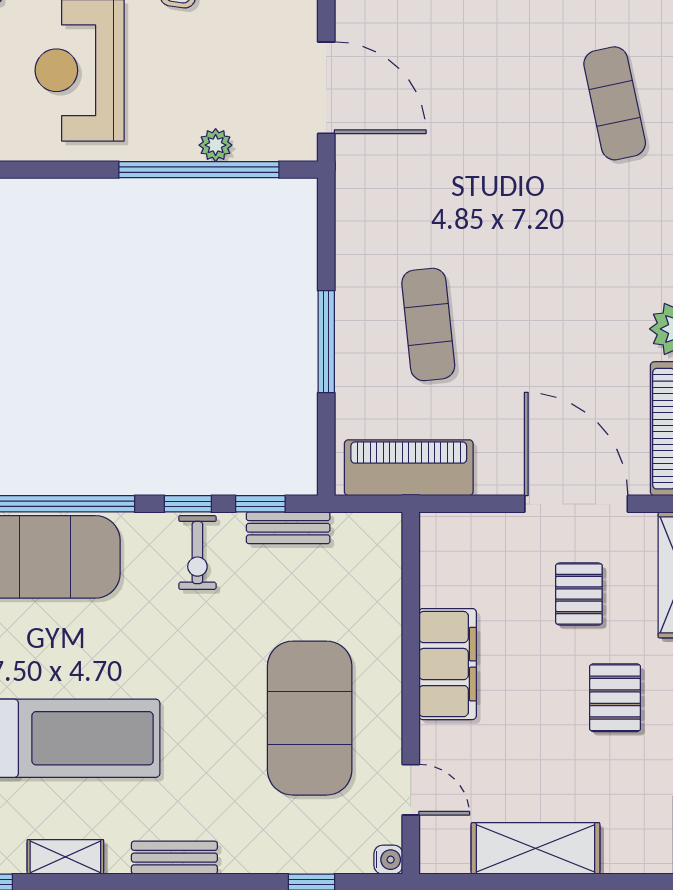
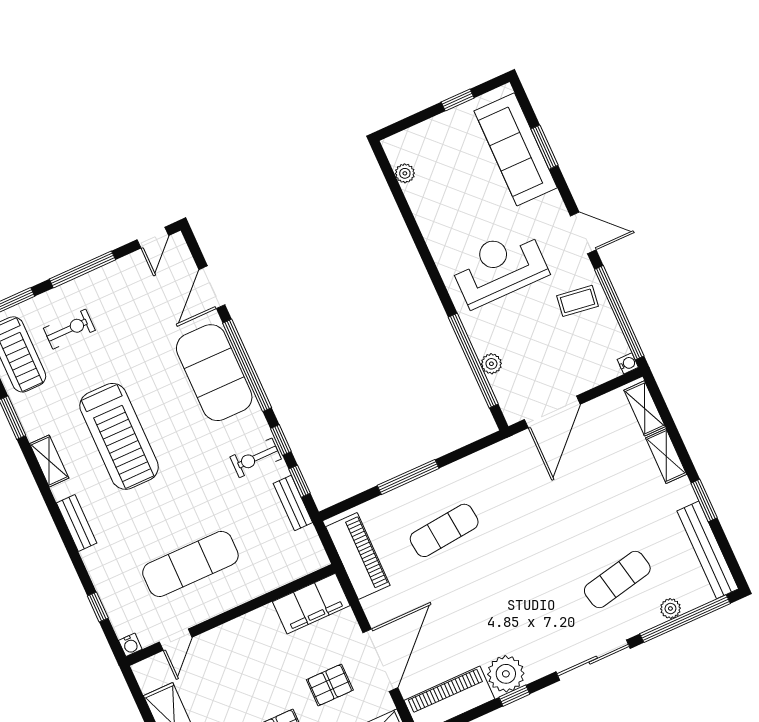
filing cabinet: (448, 664) -> (311, 604), moved
exercise mat: (310, 718) -> (190, 564), width x0.68

